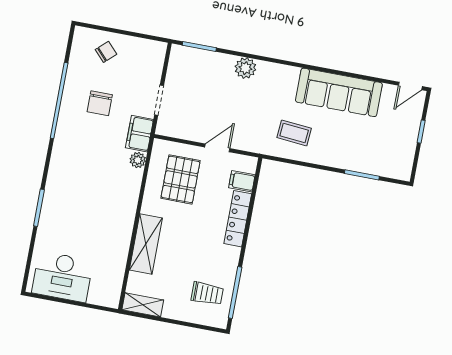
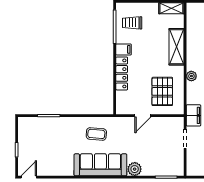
sofa: (339, 92) -> (100, 165), moved
plant: (138, 160) -> (191, 76), moved
filing cabinet: (242, 181) -> (124, 49), moved

